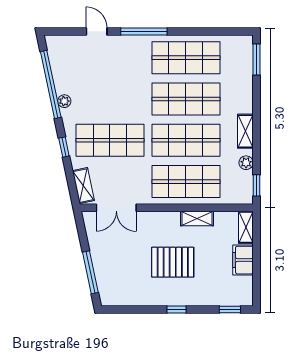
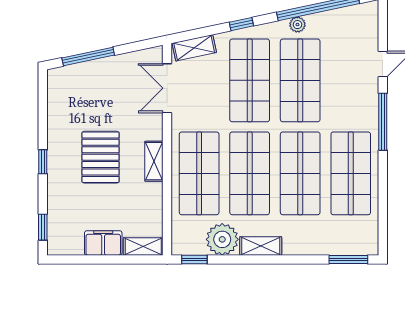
shop shelf: (110, 99) -> (300, 80), added
plant: (246, 163) -> (222, 239), width x1.87, depth x1.87
shelving: (197, 219) -> (154, 161), moved

